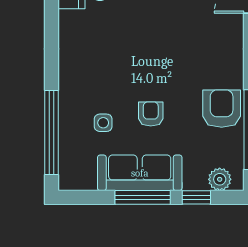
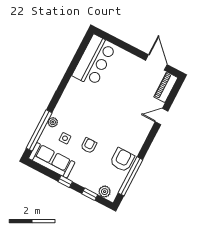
plant: (68, 106) -> (53, 122), added
sofa: (140, 173) -> (52, 160), moved
window: (143, 197) -> (65, 182), width x0.46

